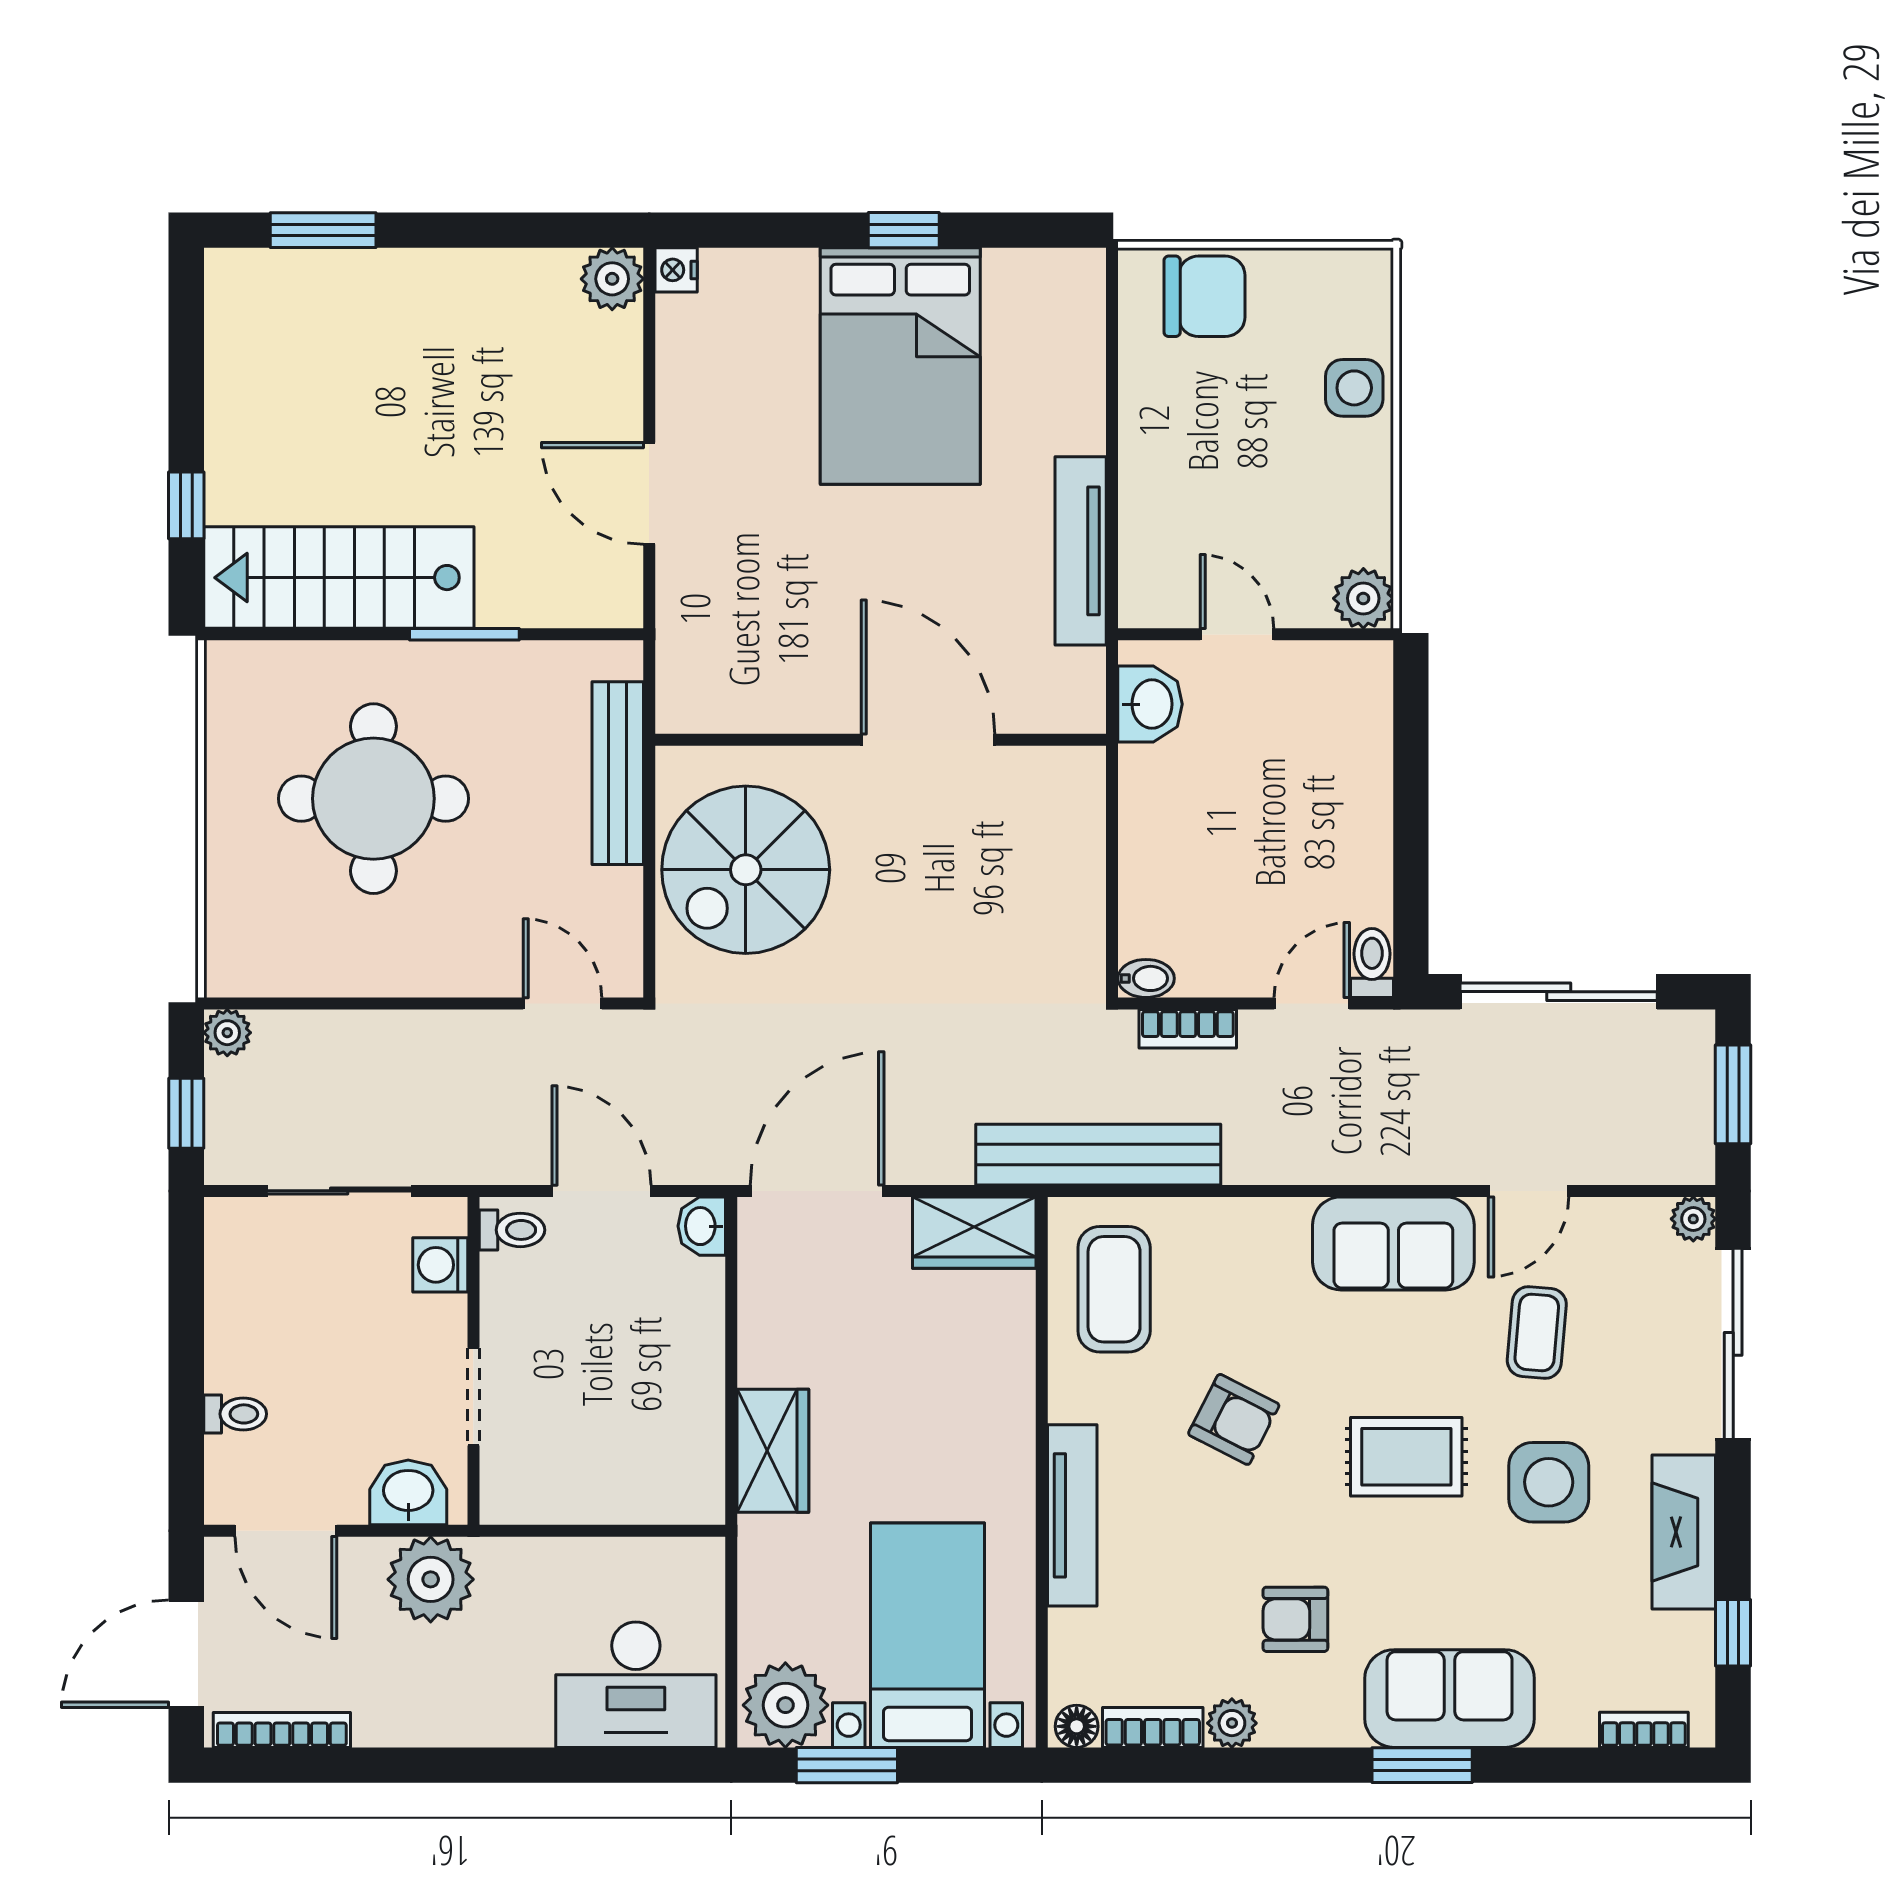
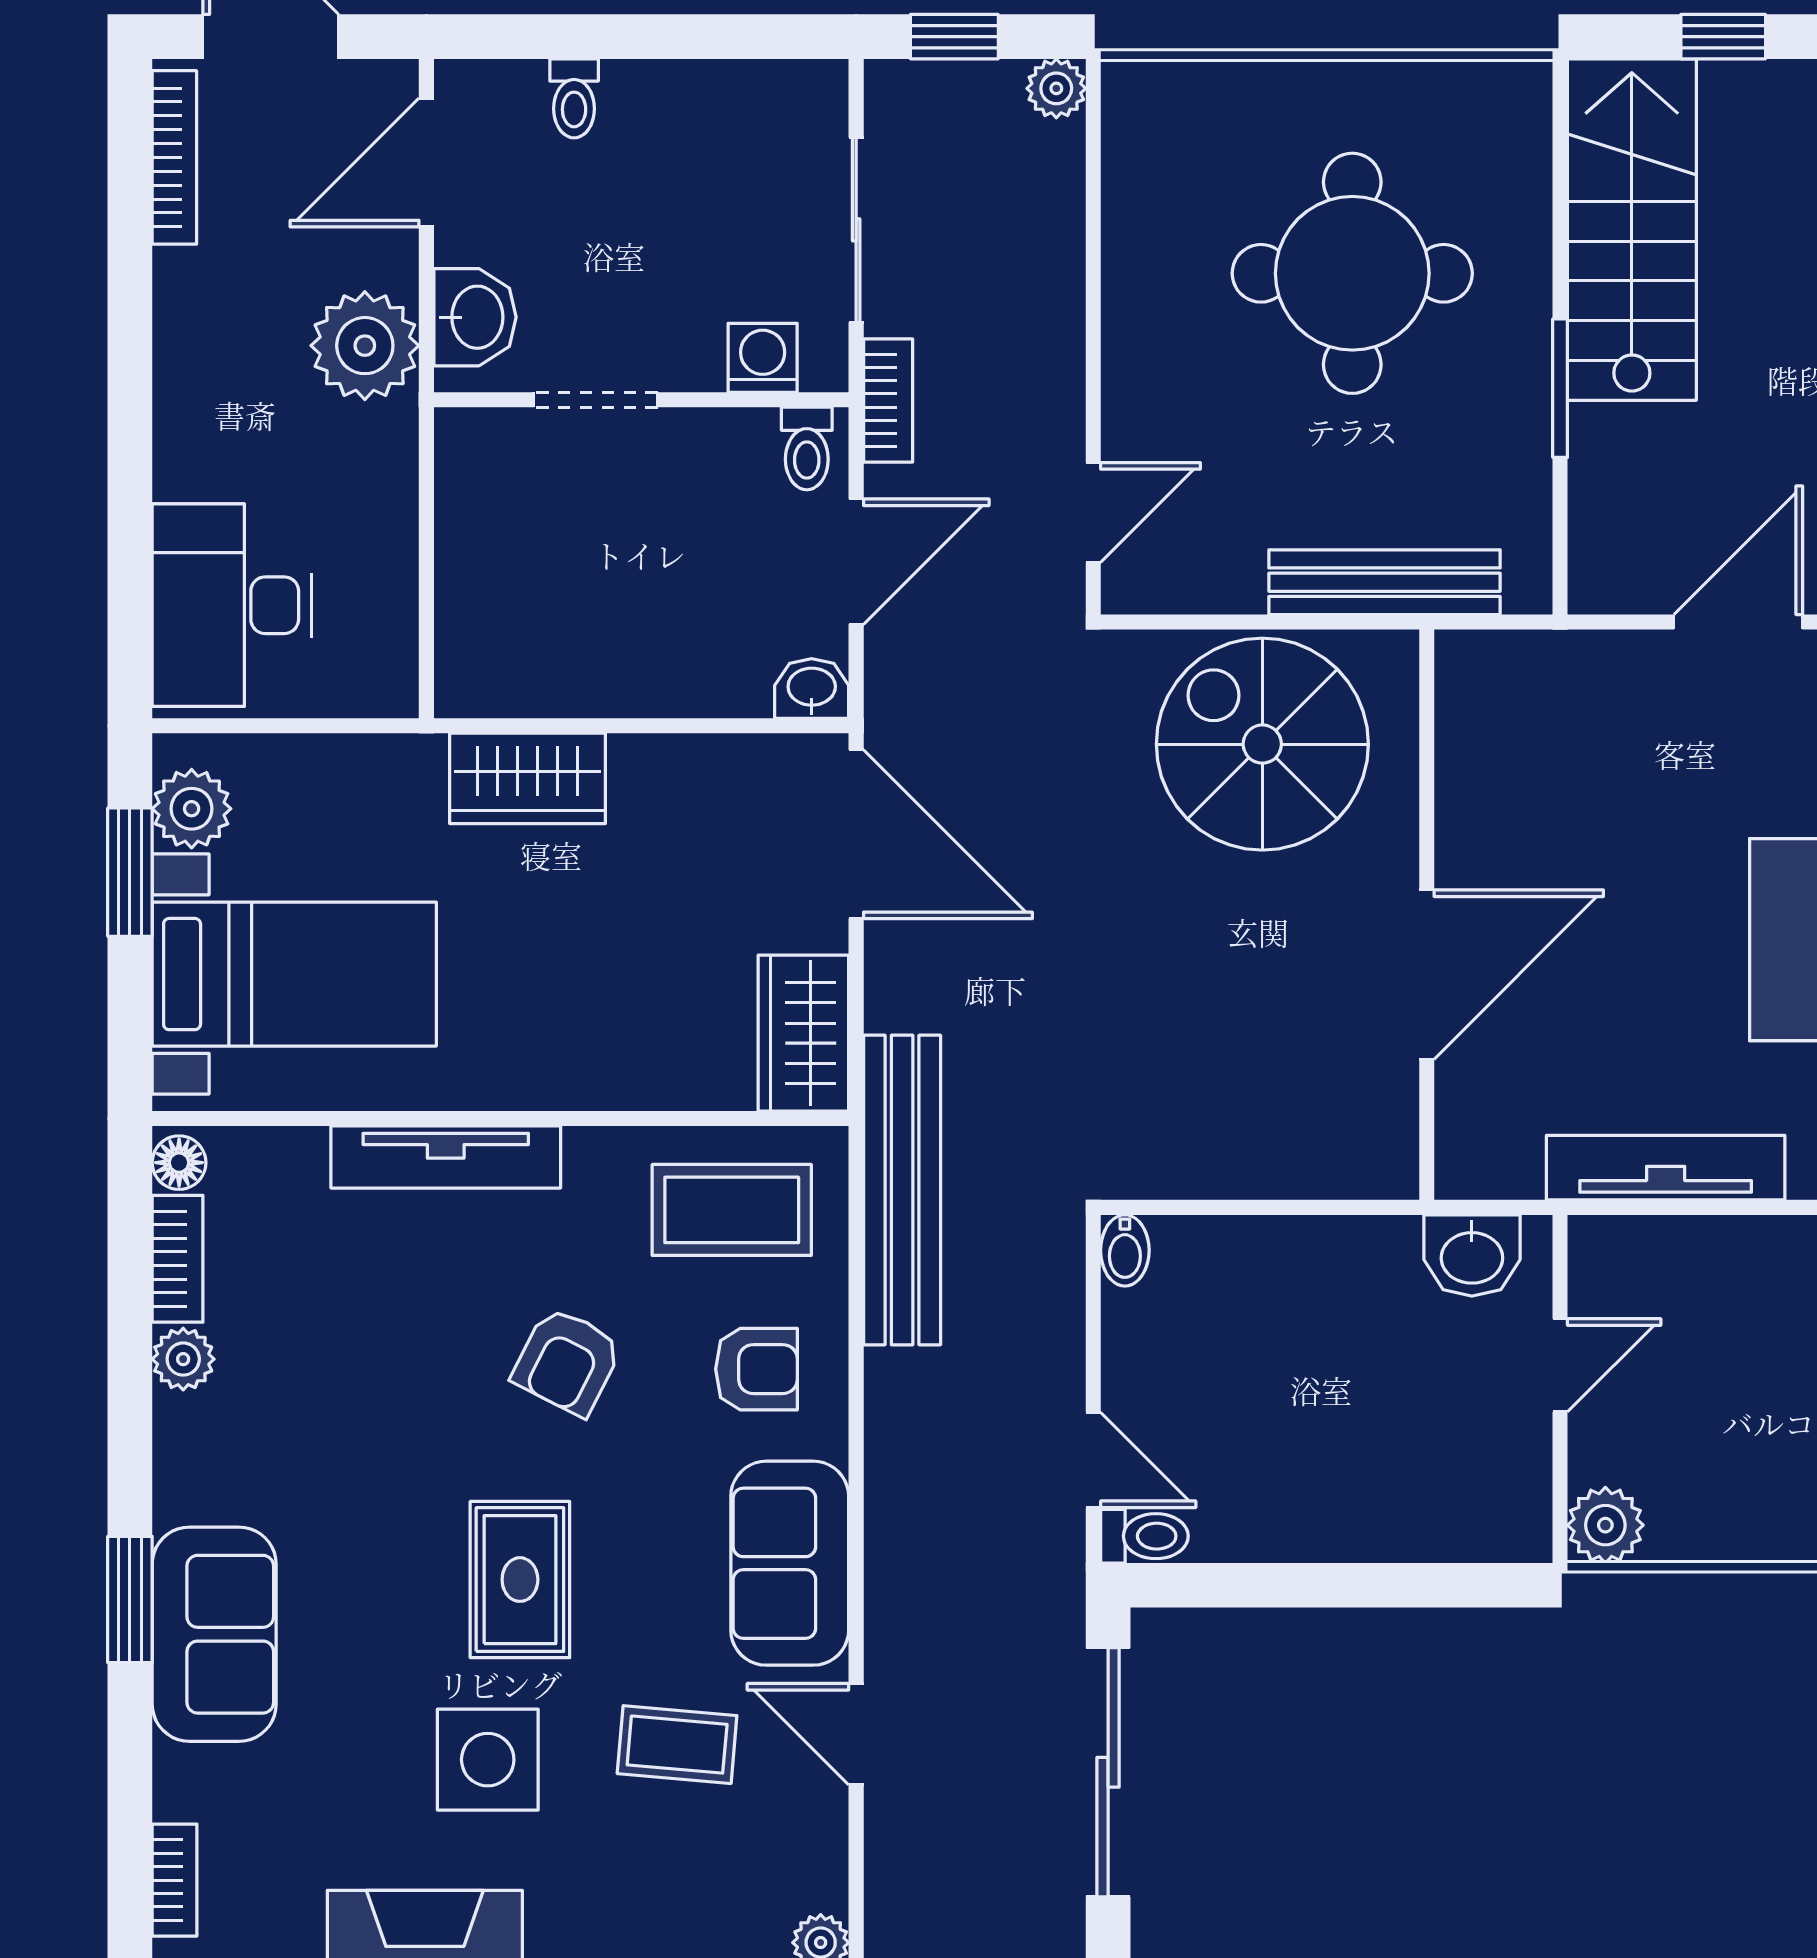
bookcase: (1188, 1029) -> (888, 401), moved, turned 180
armchair: (1295, 1619) -> (757, 1369), moved, turned 90
plant: (785, 1705) -> (192, 809), width x0.73, depth x0.73

